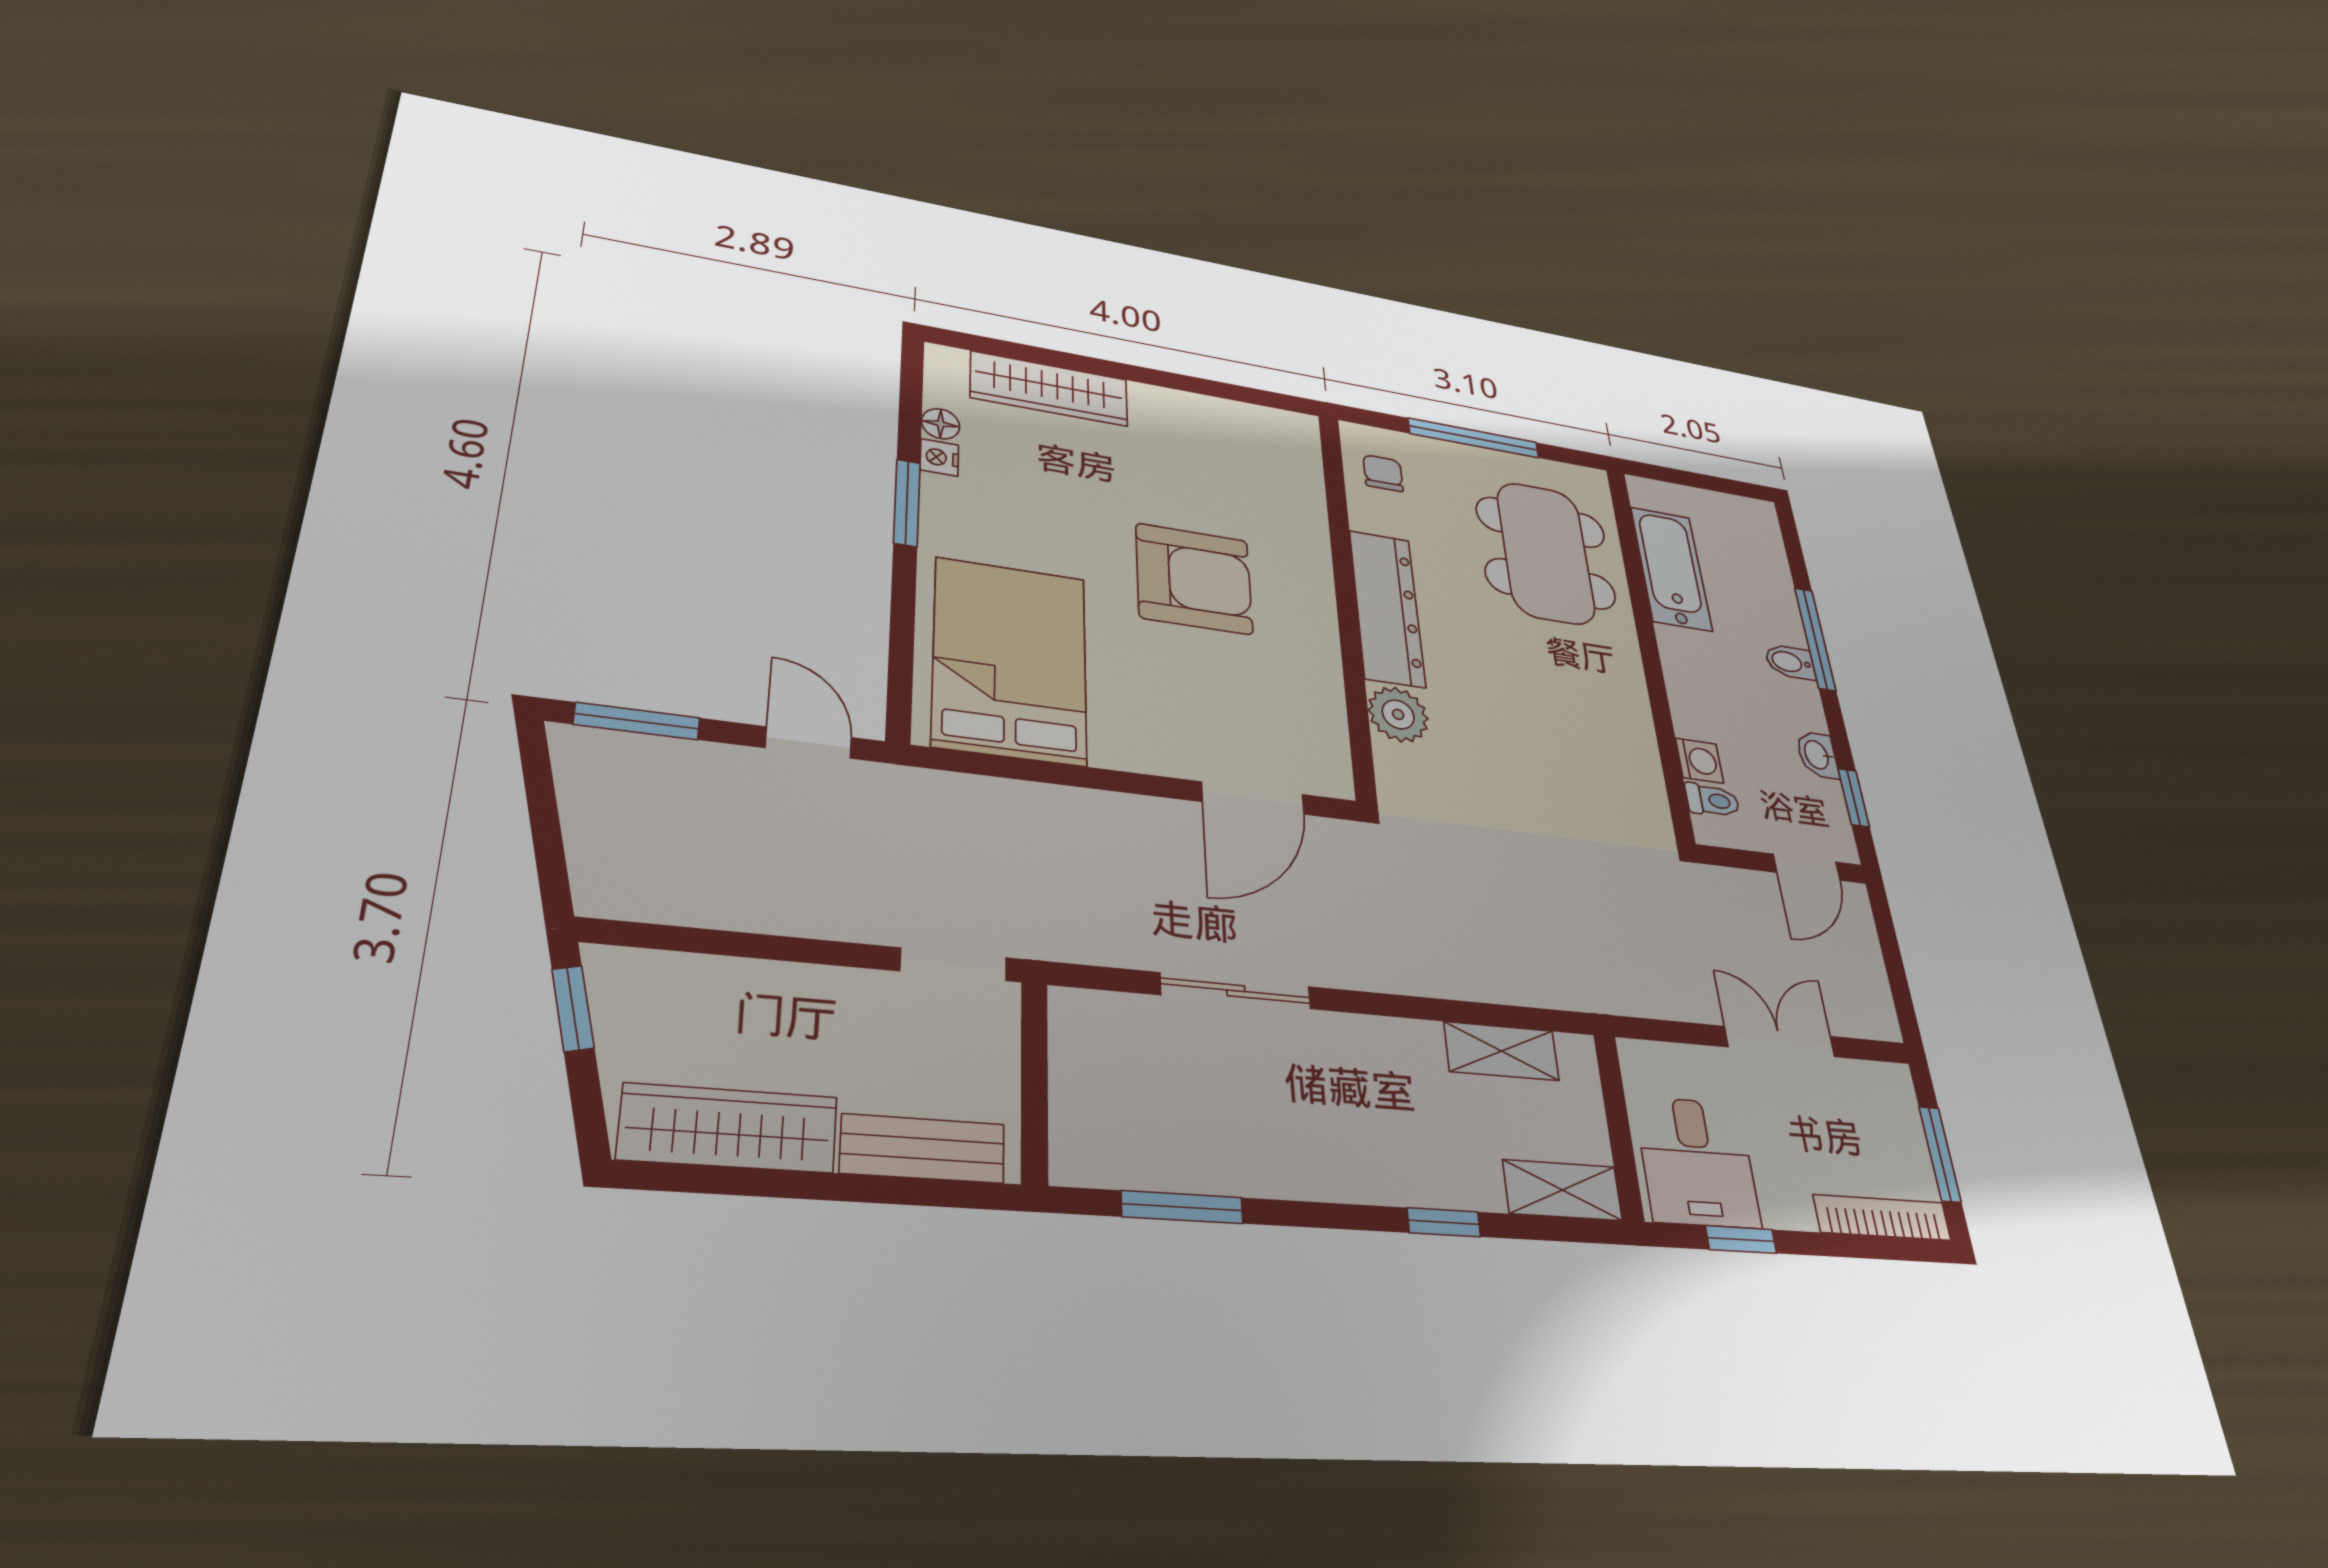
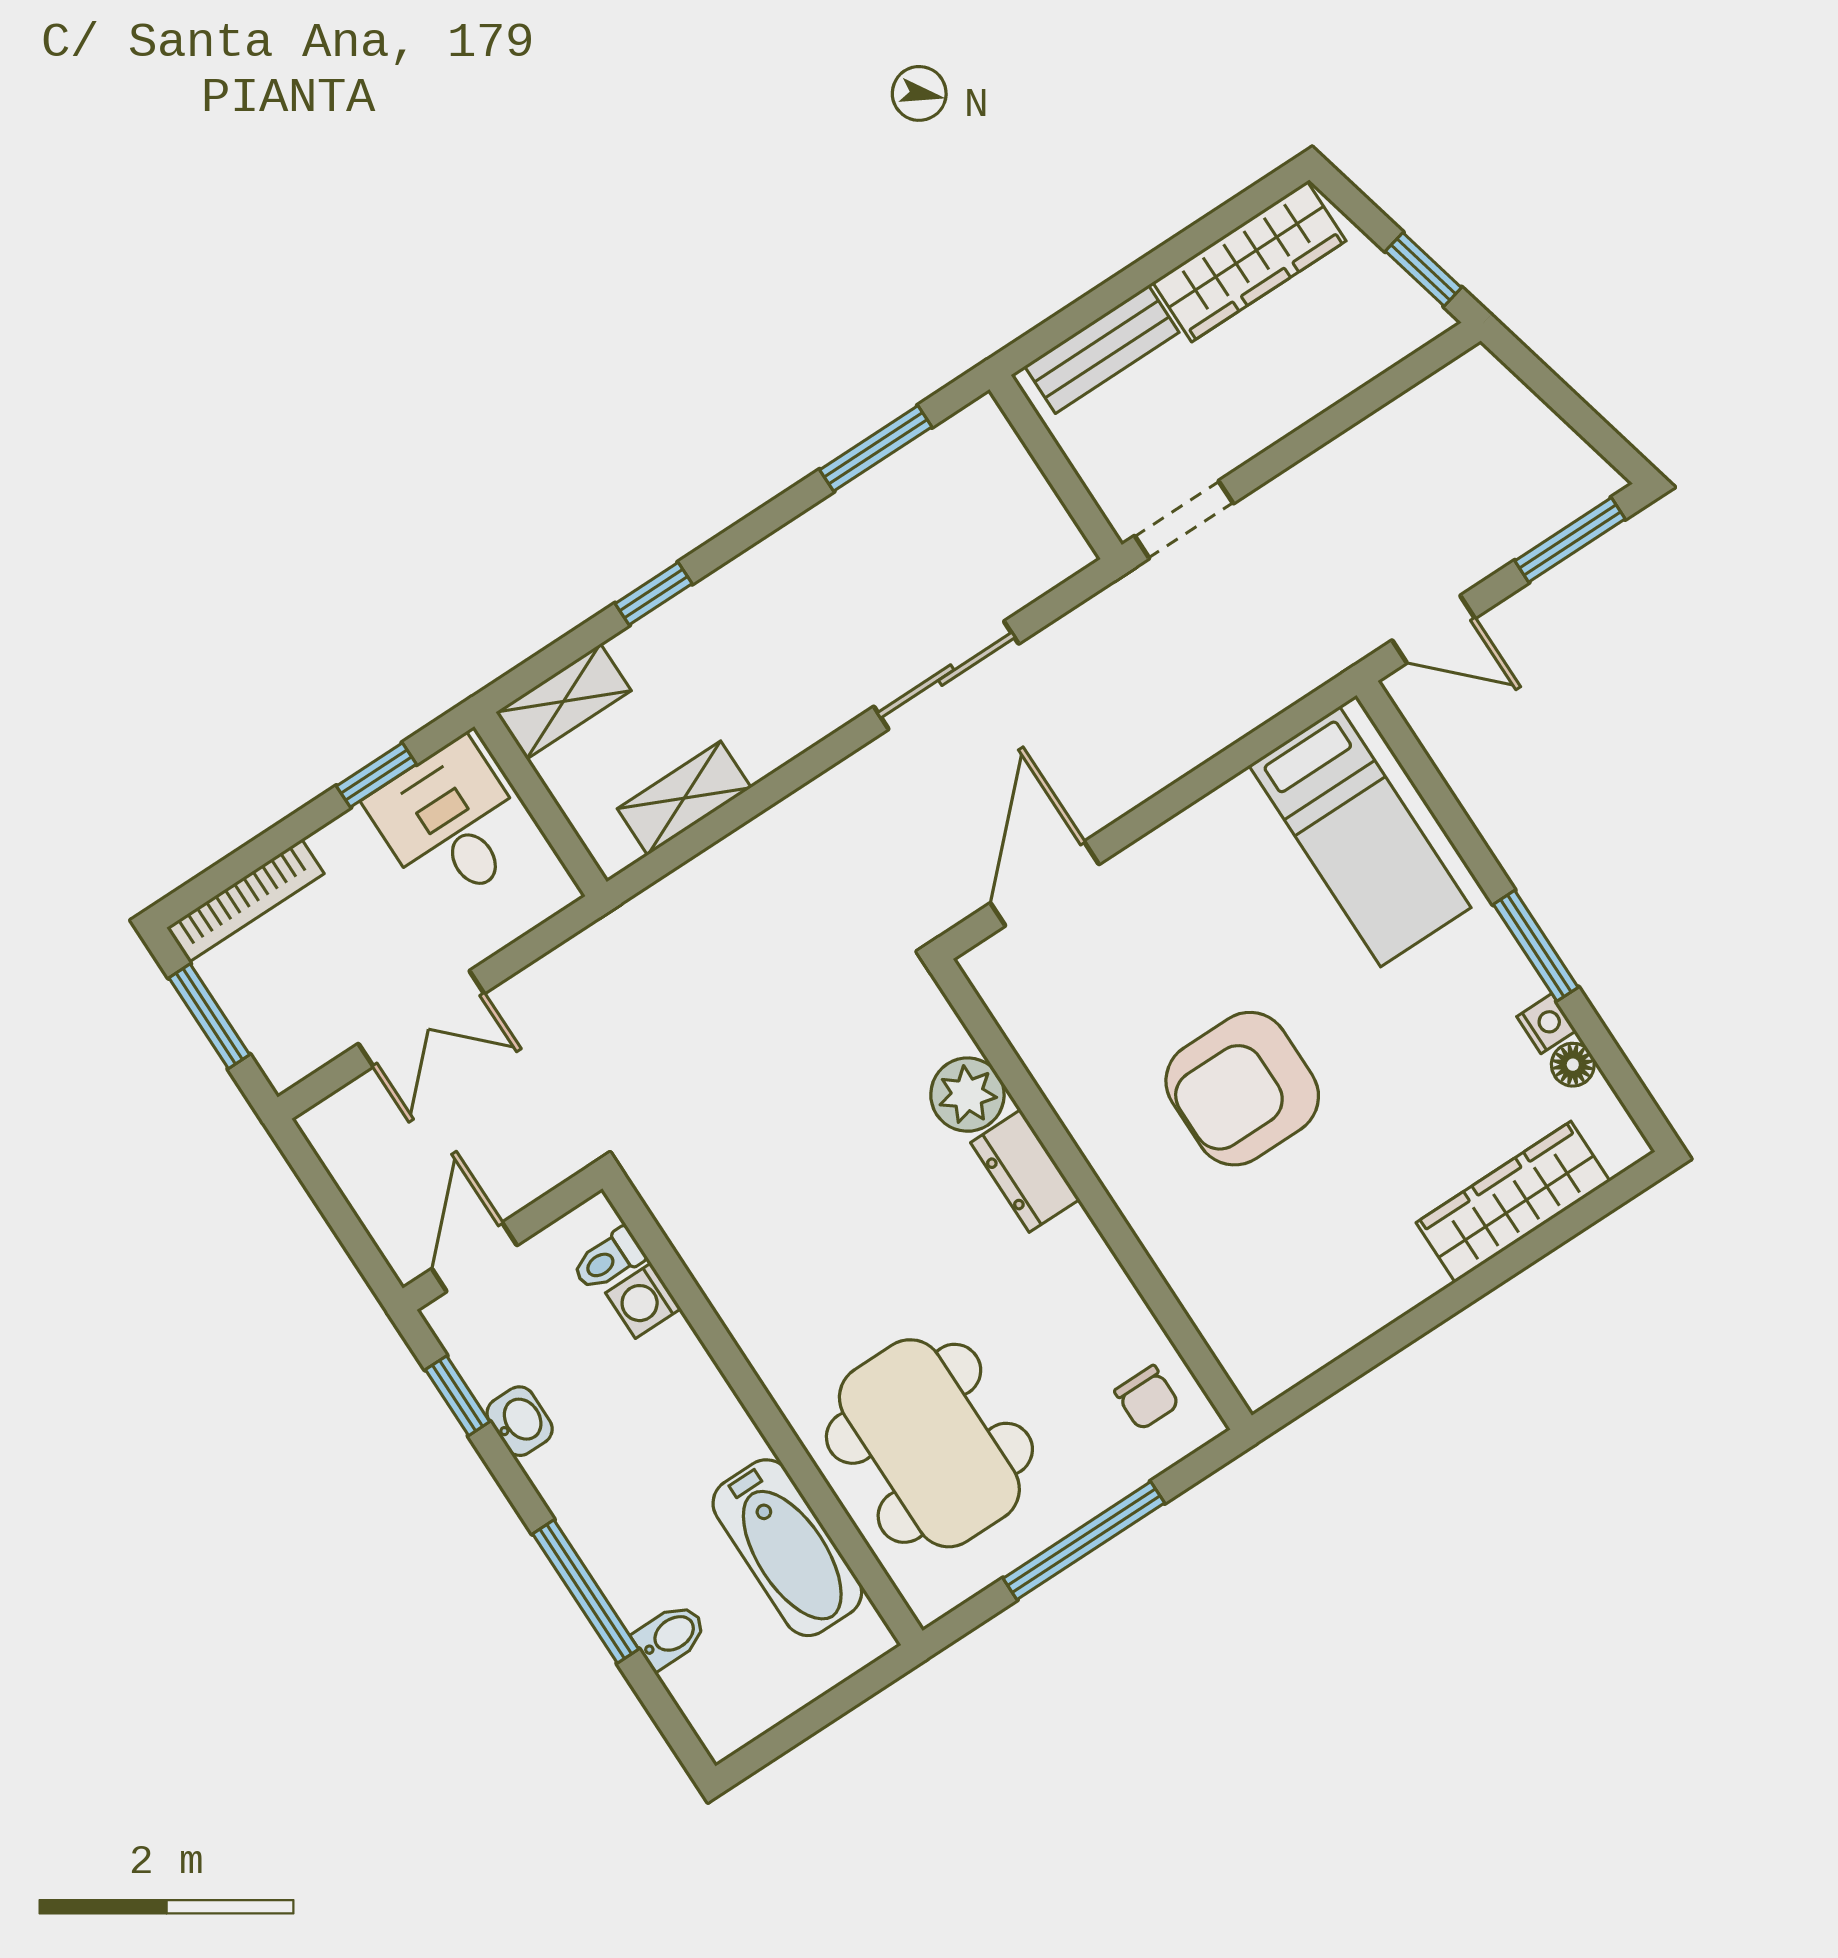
dresser: (1387, 608) -> (1025, 1171), width x0.51, depth x0.80
bed: (1010, 660) -> (1360, 837), width x0.67
bidet: (1790, 662) -> (670, 1636), moved

